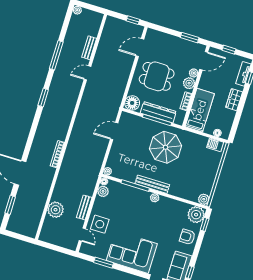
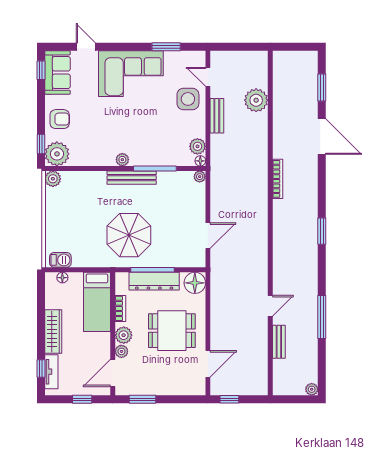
window: (43, 98) -> (322, 231), moved
wardrobe: (234, 100) -> (53, 332), width x1.50

